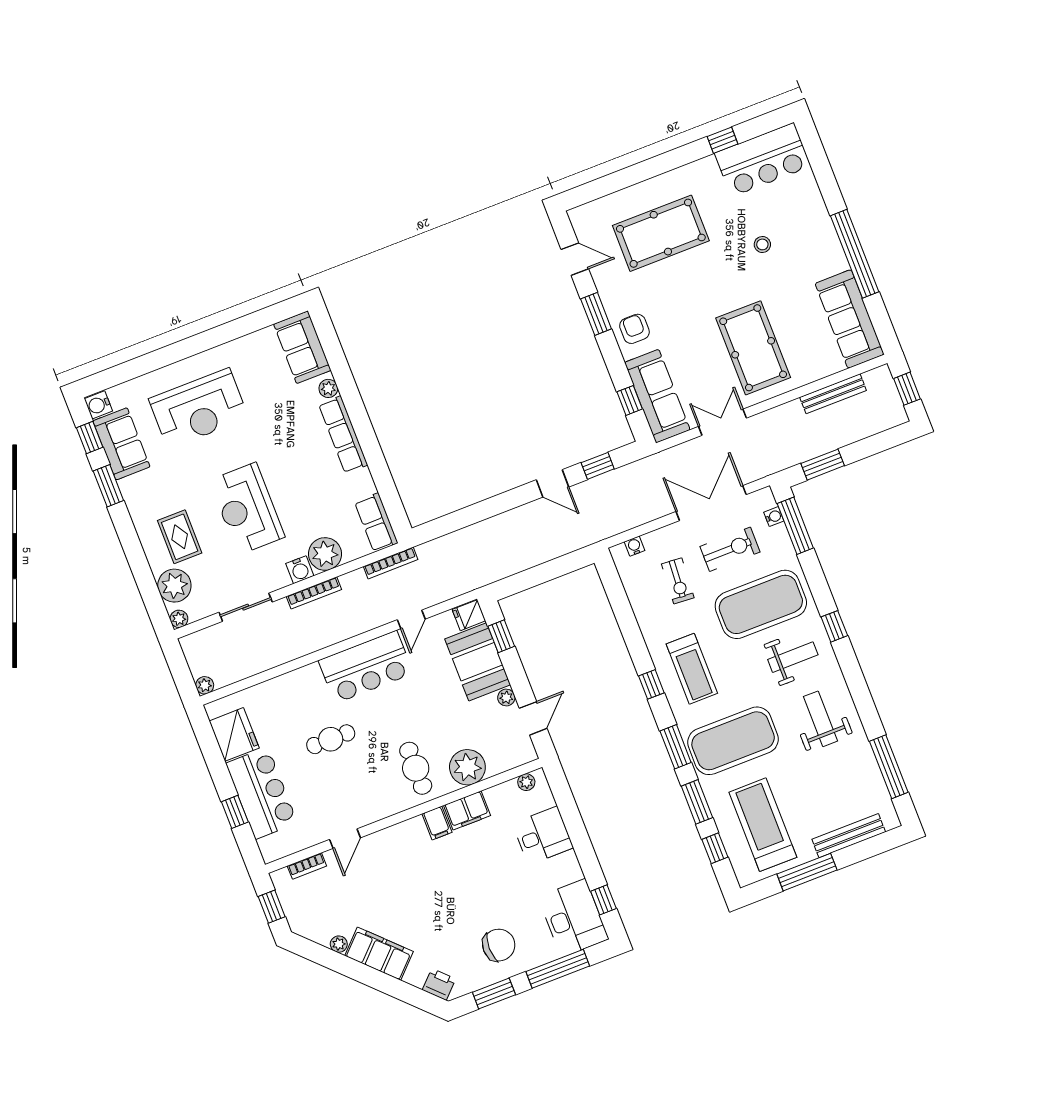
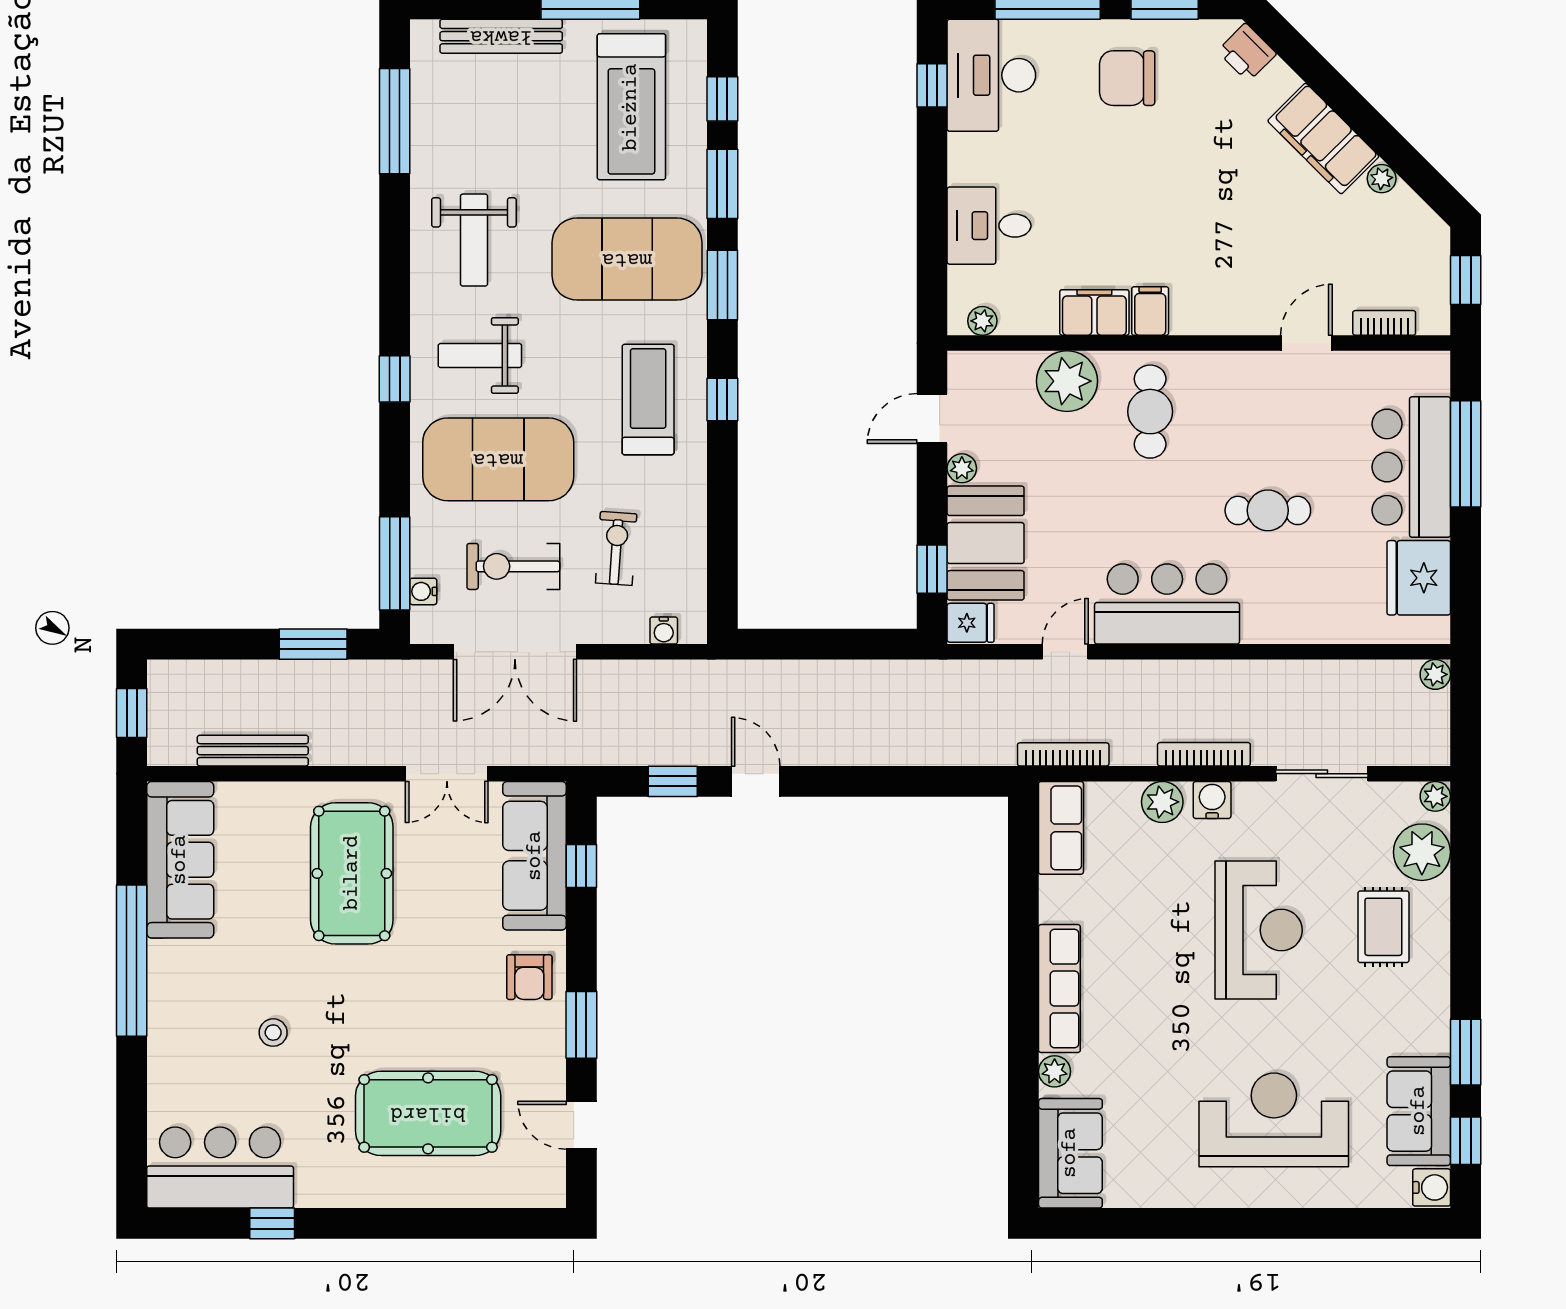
plant: (325, 554) -> (1162, 802), width x0.73, depth x0.73
window: (235, 812) -> (1466, 454), width x2.17

